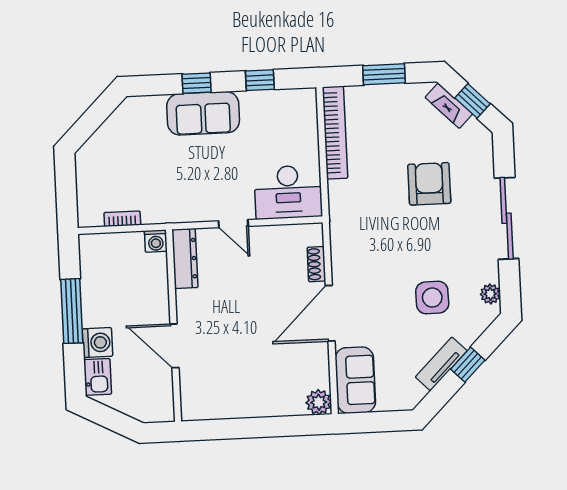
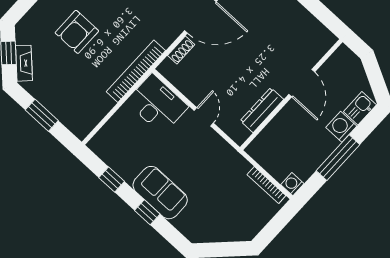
bookcase: (335, 133) -> (136, 71), moved
bookcase: (122, 219) -> (266, 185), width x1.56
washing machine: (156, 241) -> (292, 184), moved, turned -90
dresser: (185, 259) -> (262, 110), moved

